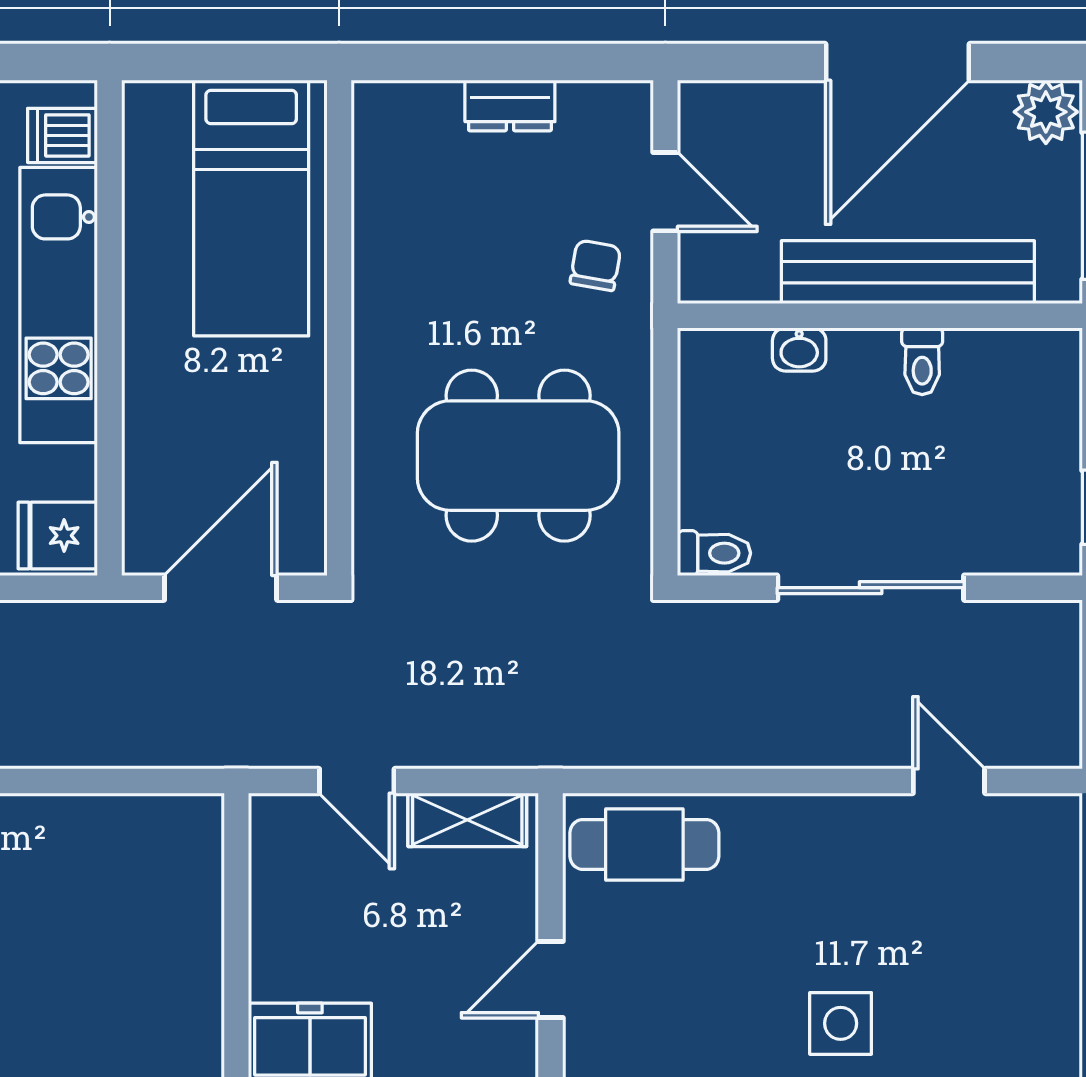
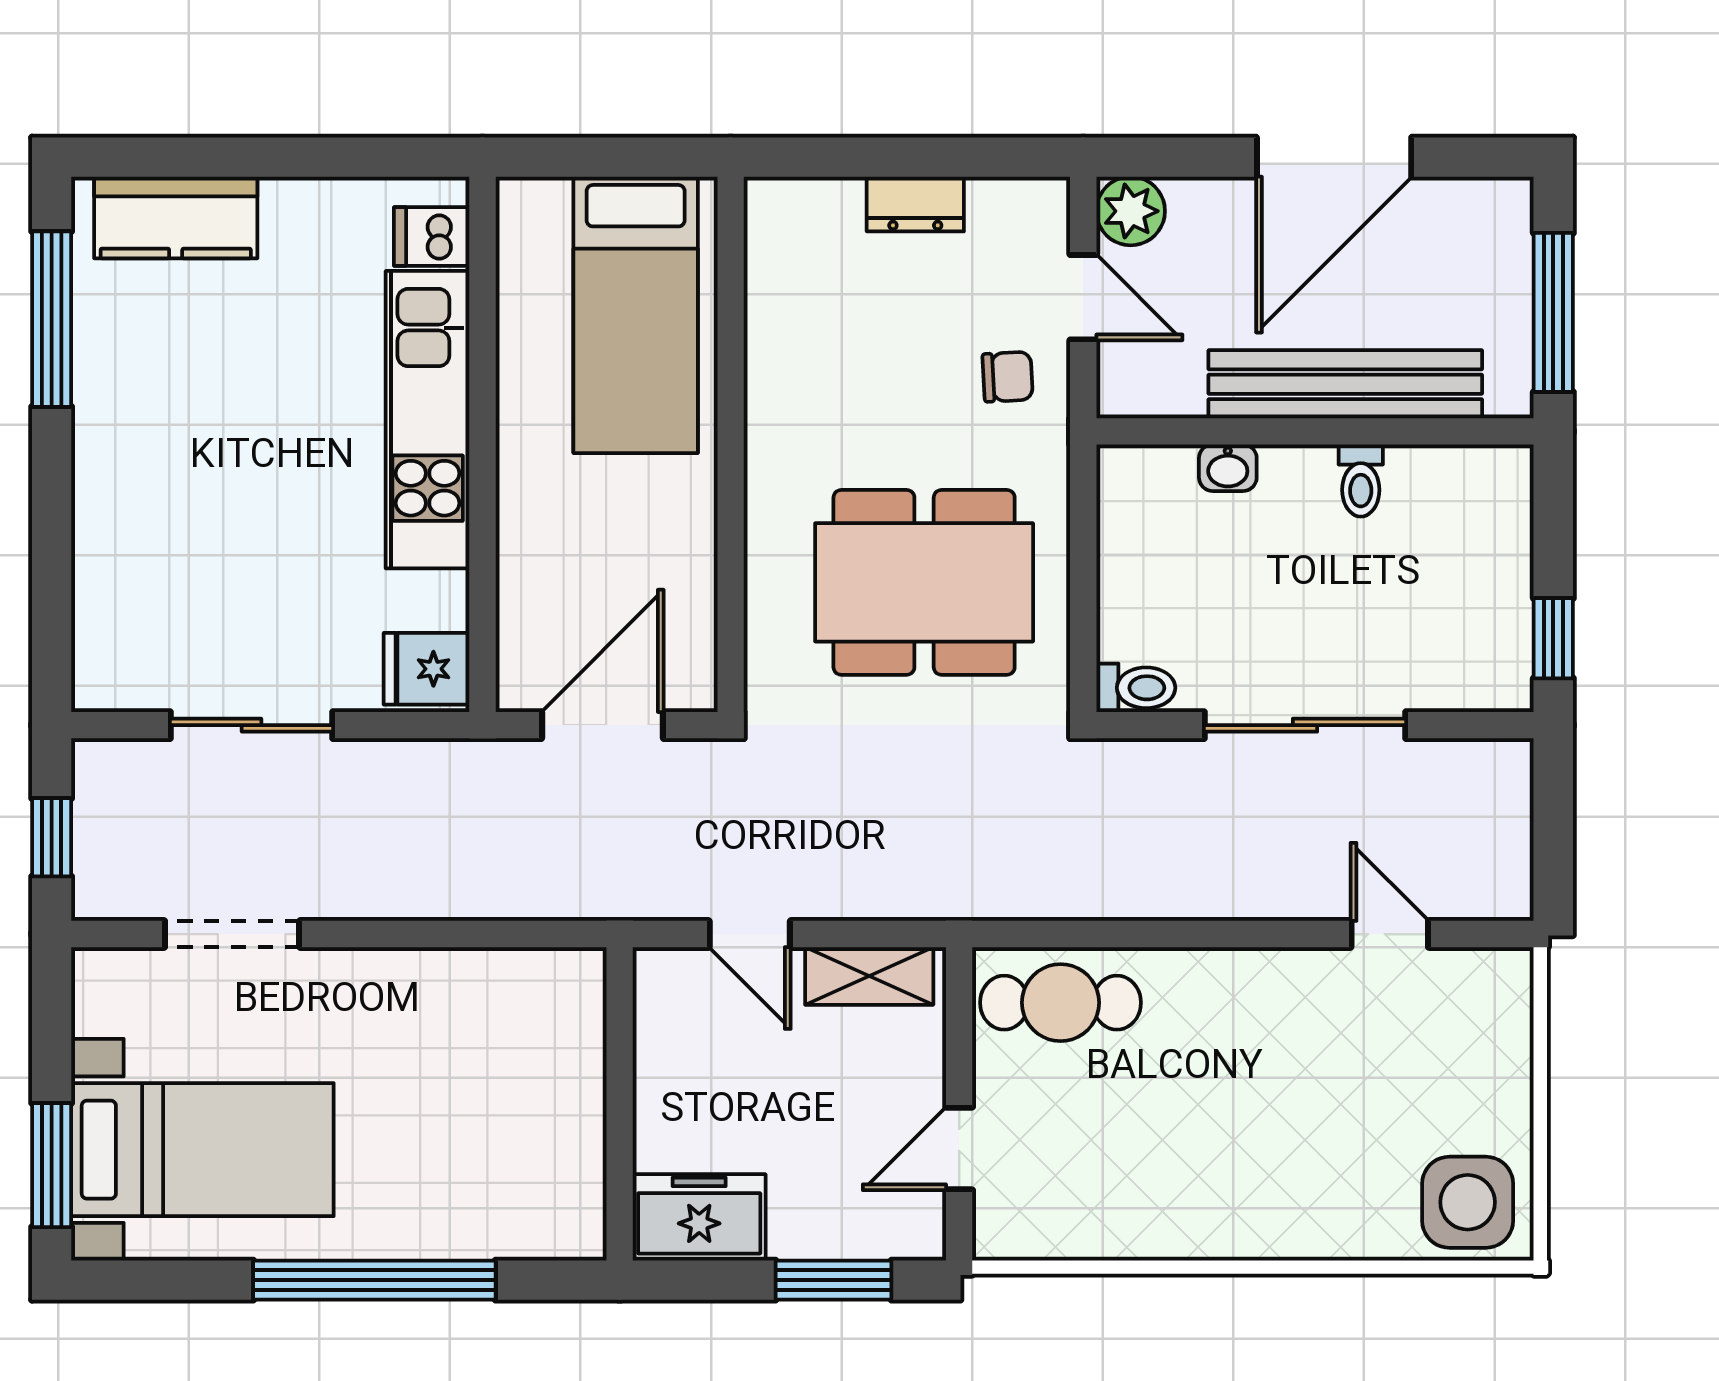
plant: (1046, 112) -> (1131, 211), moved
chair: (595, 265) -> (1008, 377), turned 77
side table: (841, 1023) -> (1468, 1202), moved, width x1.37, depth x1.37

